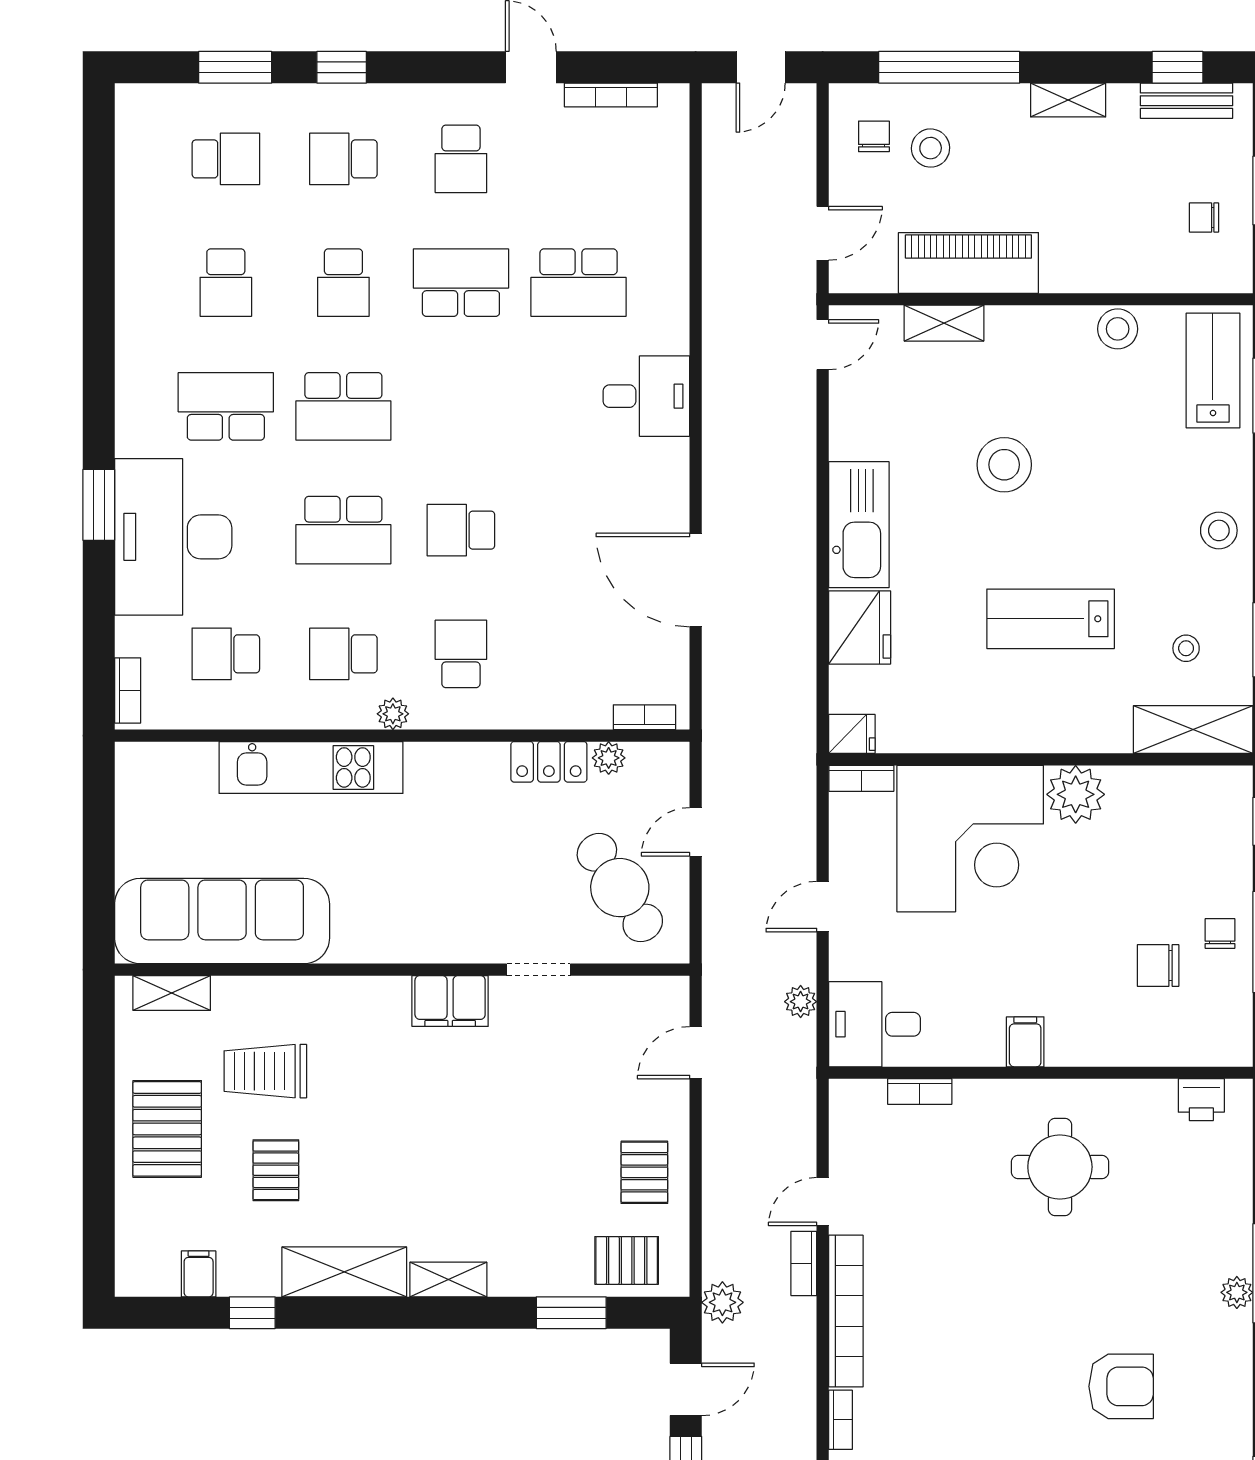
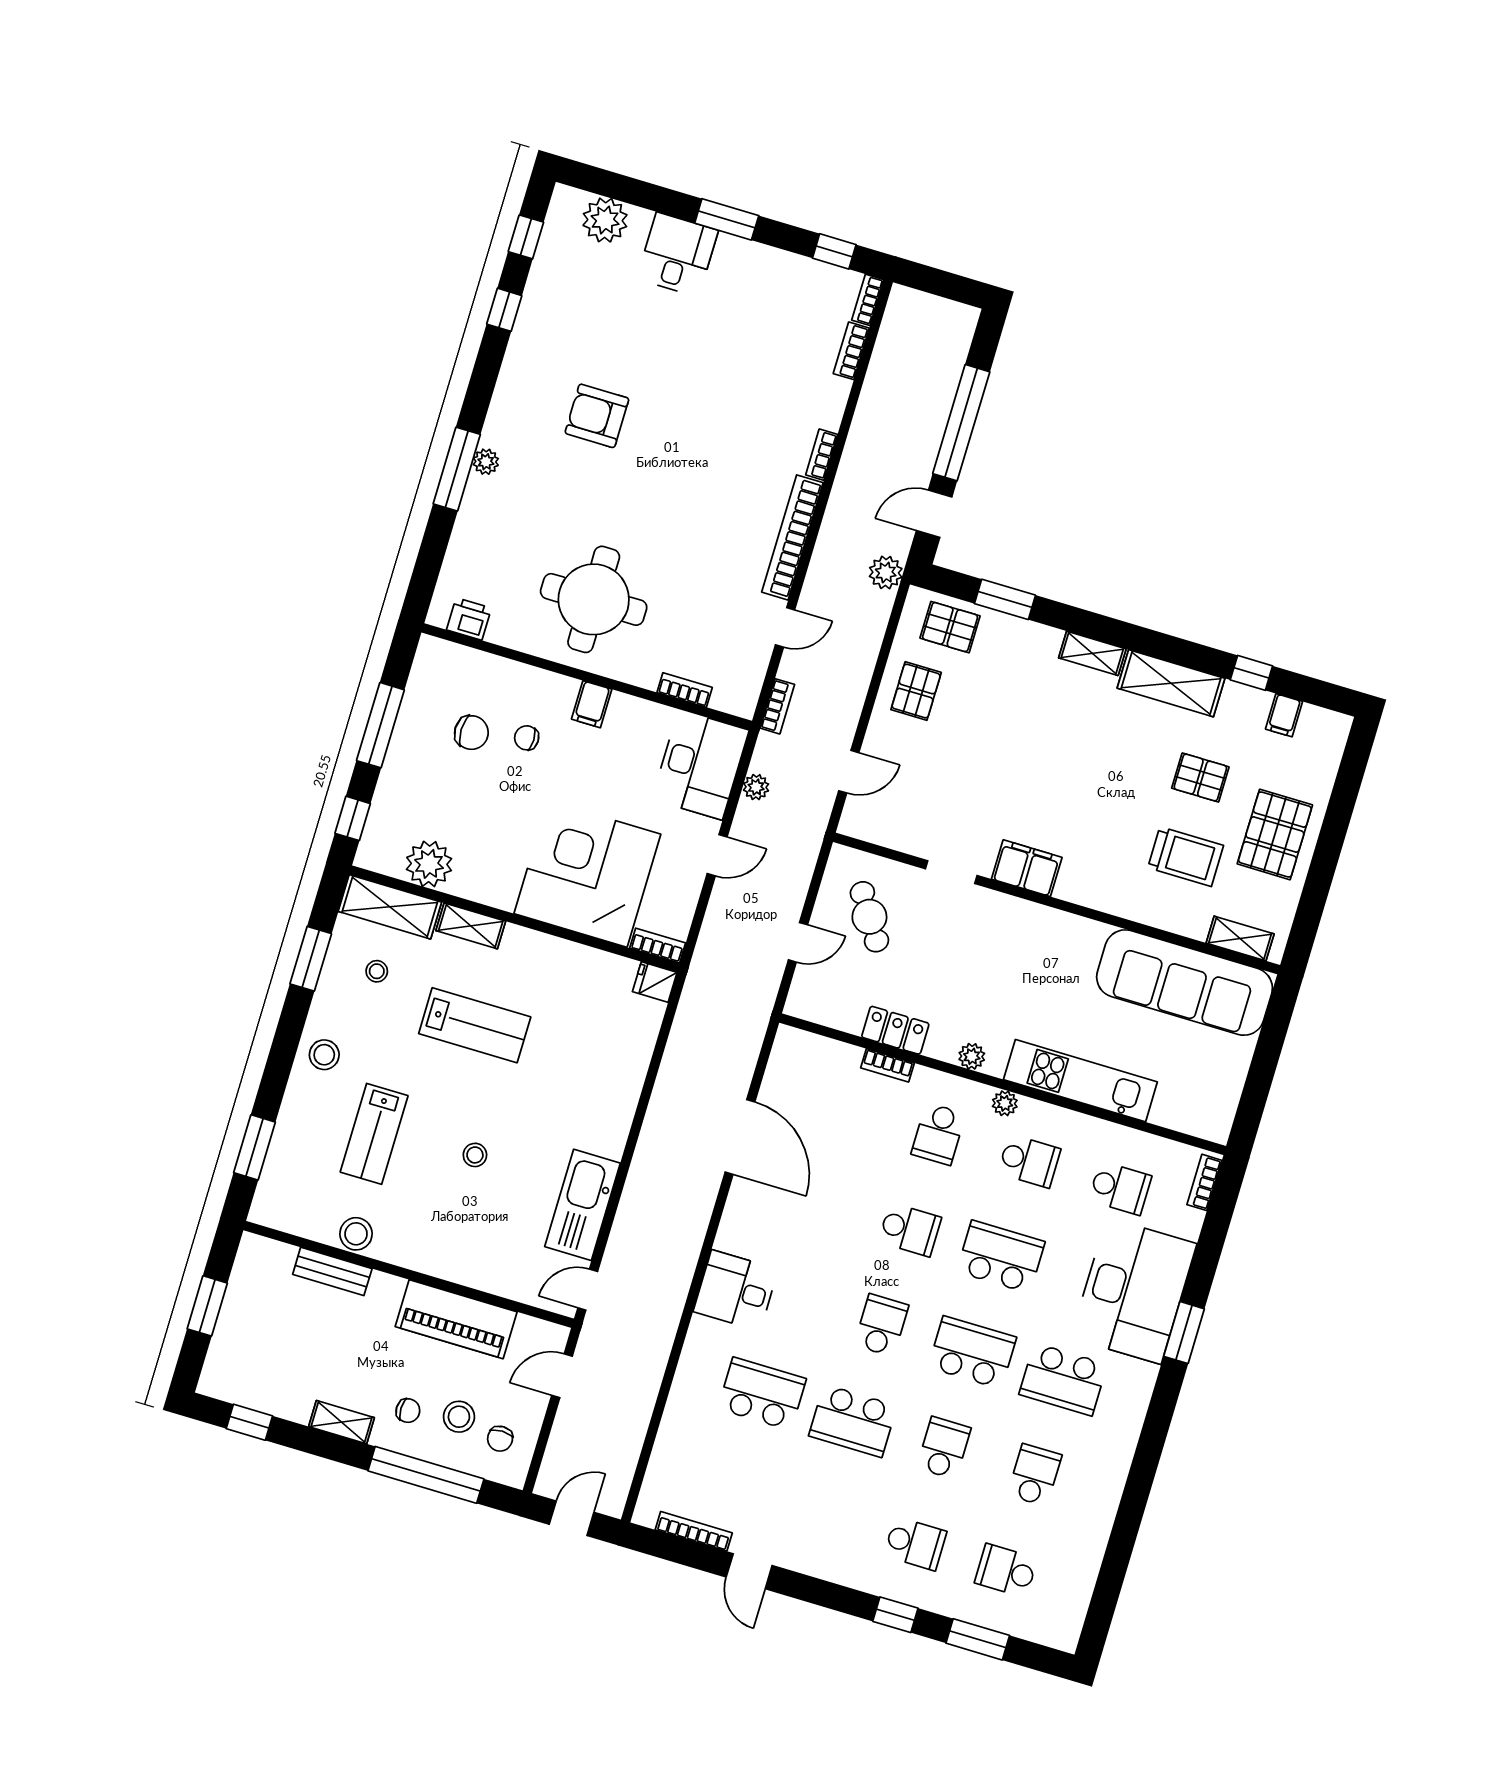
bench: (1187, 101) -> (332, 1271), moved
school desk: (461, 159) -> (881, 1325), moved
chair: (1204, 218) -> (408, 1411), moved
shelving: (944, 323) -> (471, 926), moved
lab bench: (1213, 370) -> (374, 1134), moved
stool: (1004, 465) -> (475, 1155), width x0.53, depth x0.53
kitchen sink: (859, 525) -> (582, 1205), moved
fridge: (860, 627) -> (624, 1063), removed
bookcase: (644, 717) -> (887, 1065), moved
plant: (609, 758) -> (972, 1056), moved
plant: (1076, 794) -> (429, 864), moved
cafe table: (620, 888) -> (869, 917), width x0.73, depth x0.74
chair: (1220, 934) -> (527, 738), moved, turned 90
desk: (875, 1024) -> (700, 765), width x1.37
round table: (1060, 1167) -> (594, 599), width x1.36, depth x1.36
pallet: (276, 1170) -> (1200, 778), turned 90
bookcase: (804, 1263) -> (777, 706), moved

